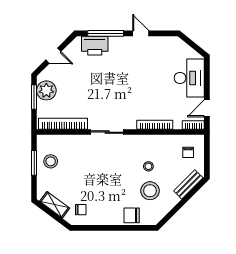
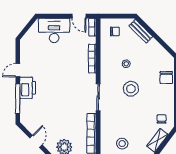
printer: (95, 46) -> (28, 88), moved
stool: (150, 191) -> (131, 89), moved

